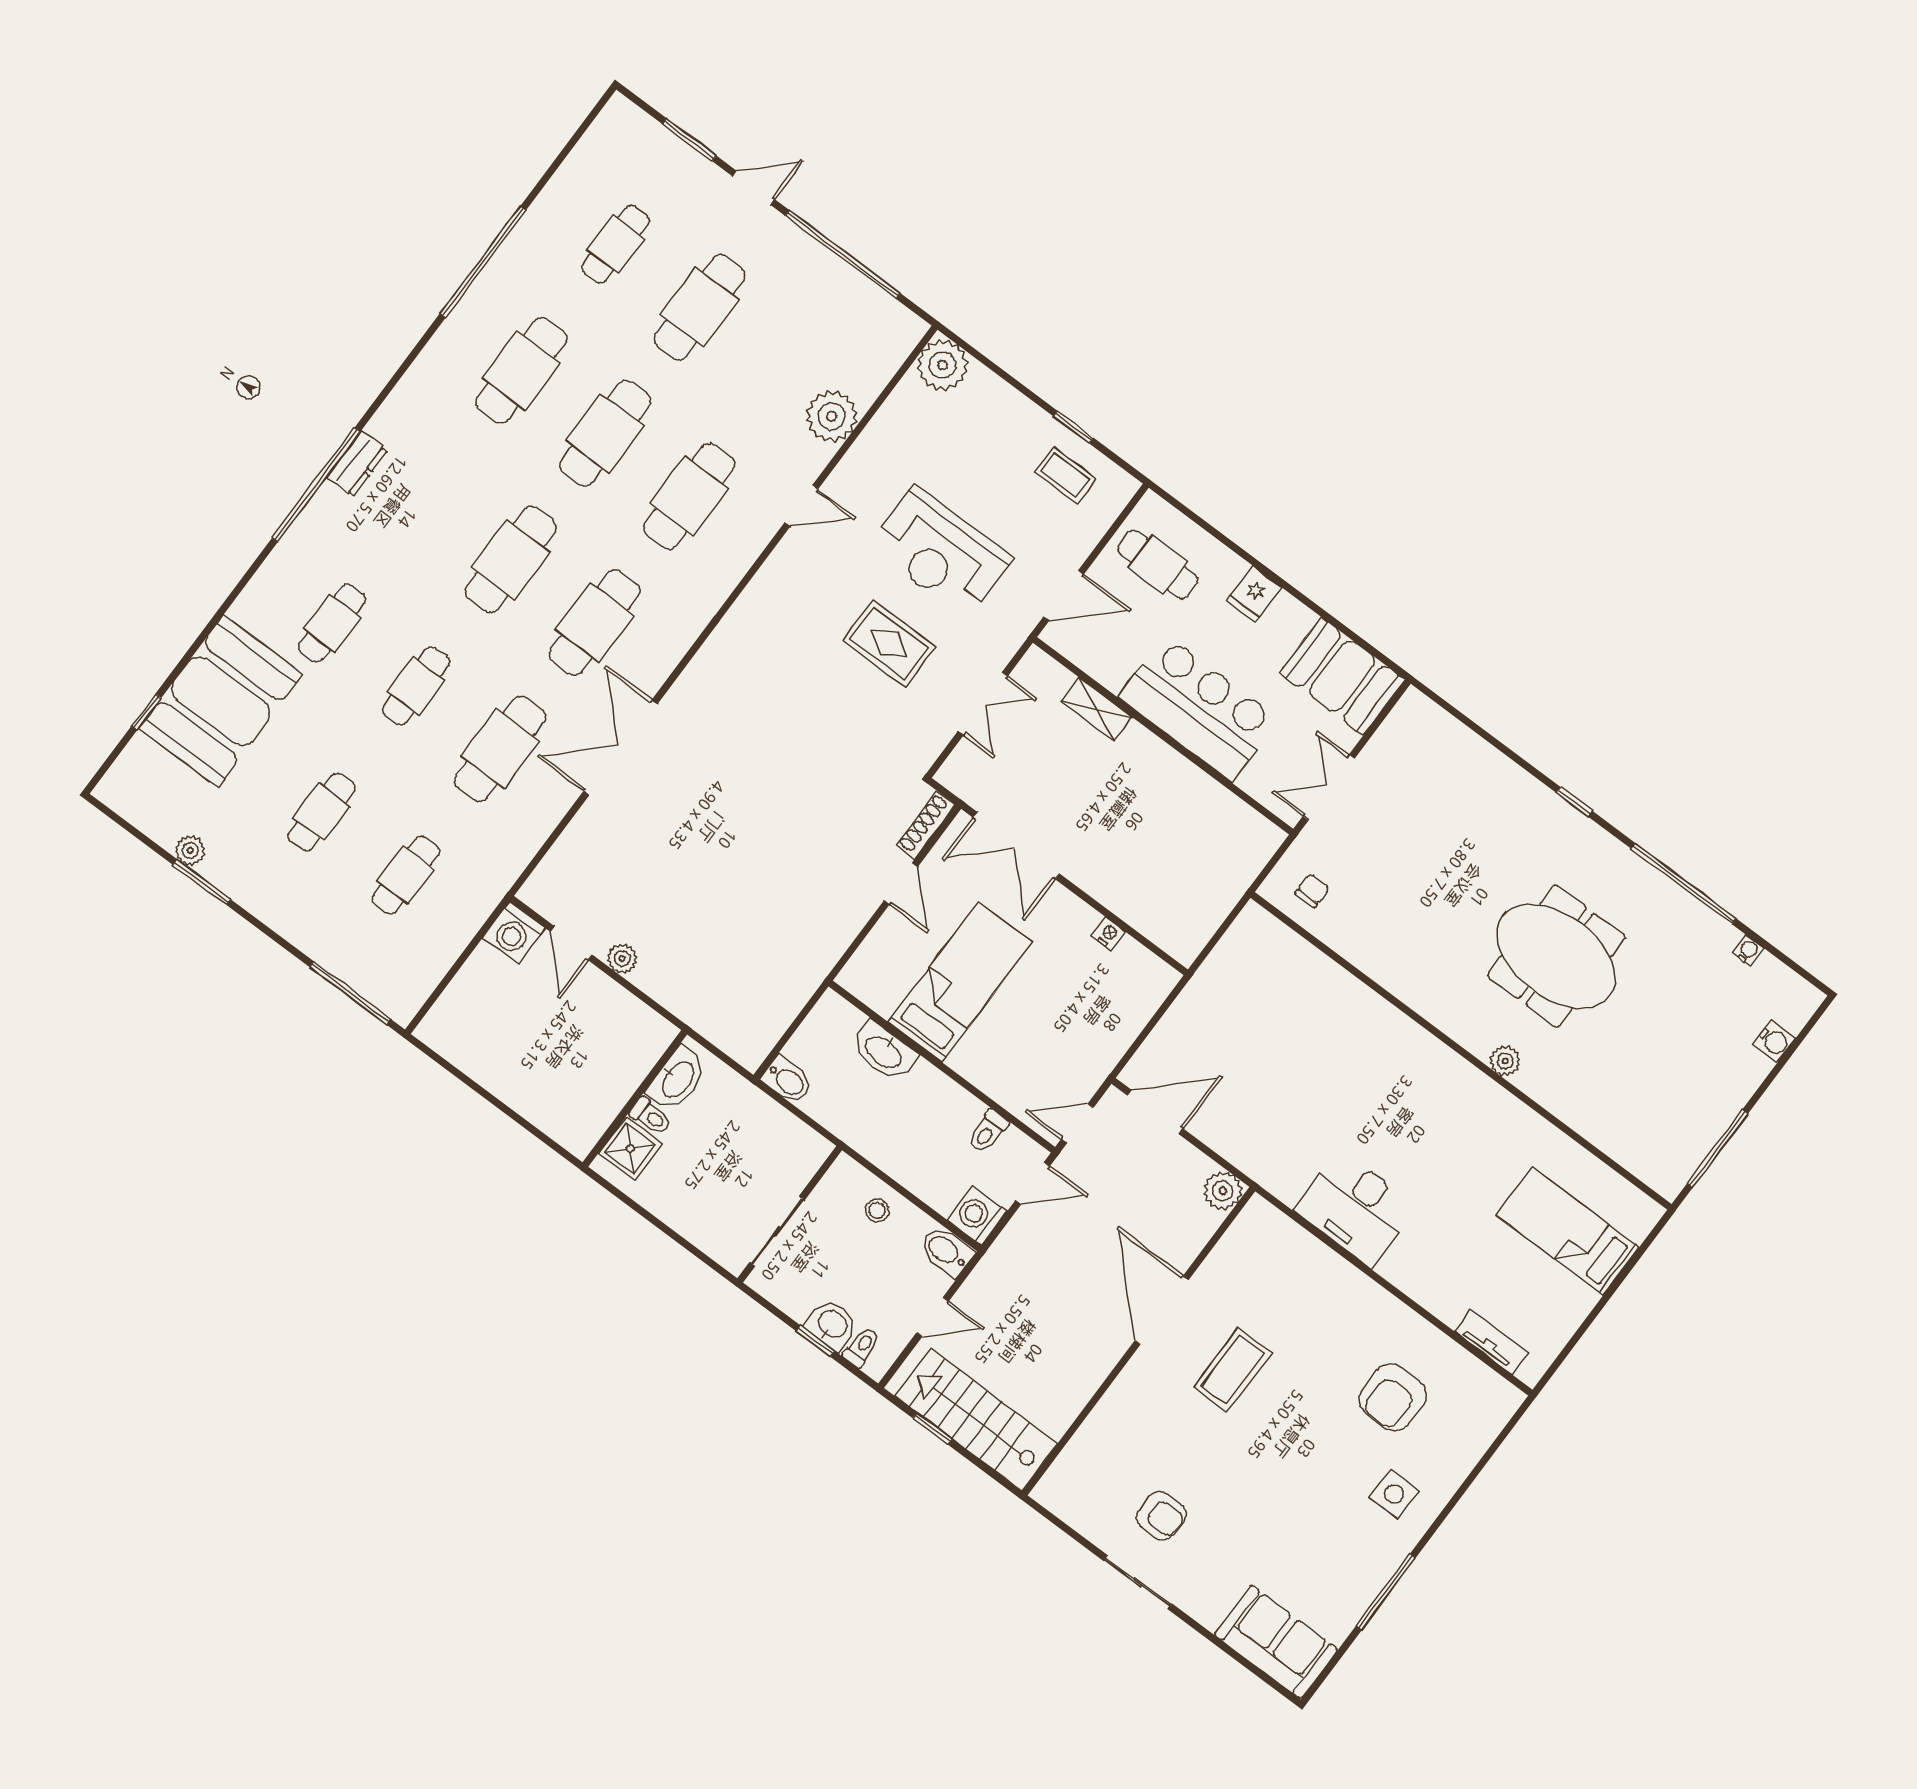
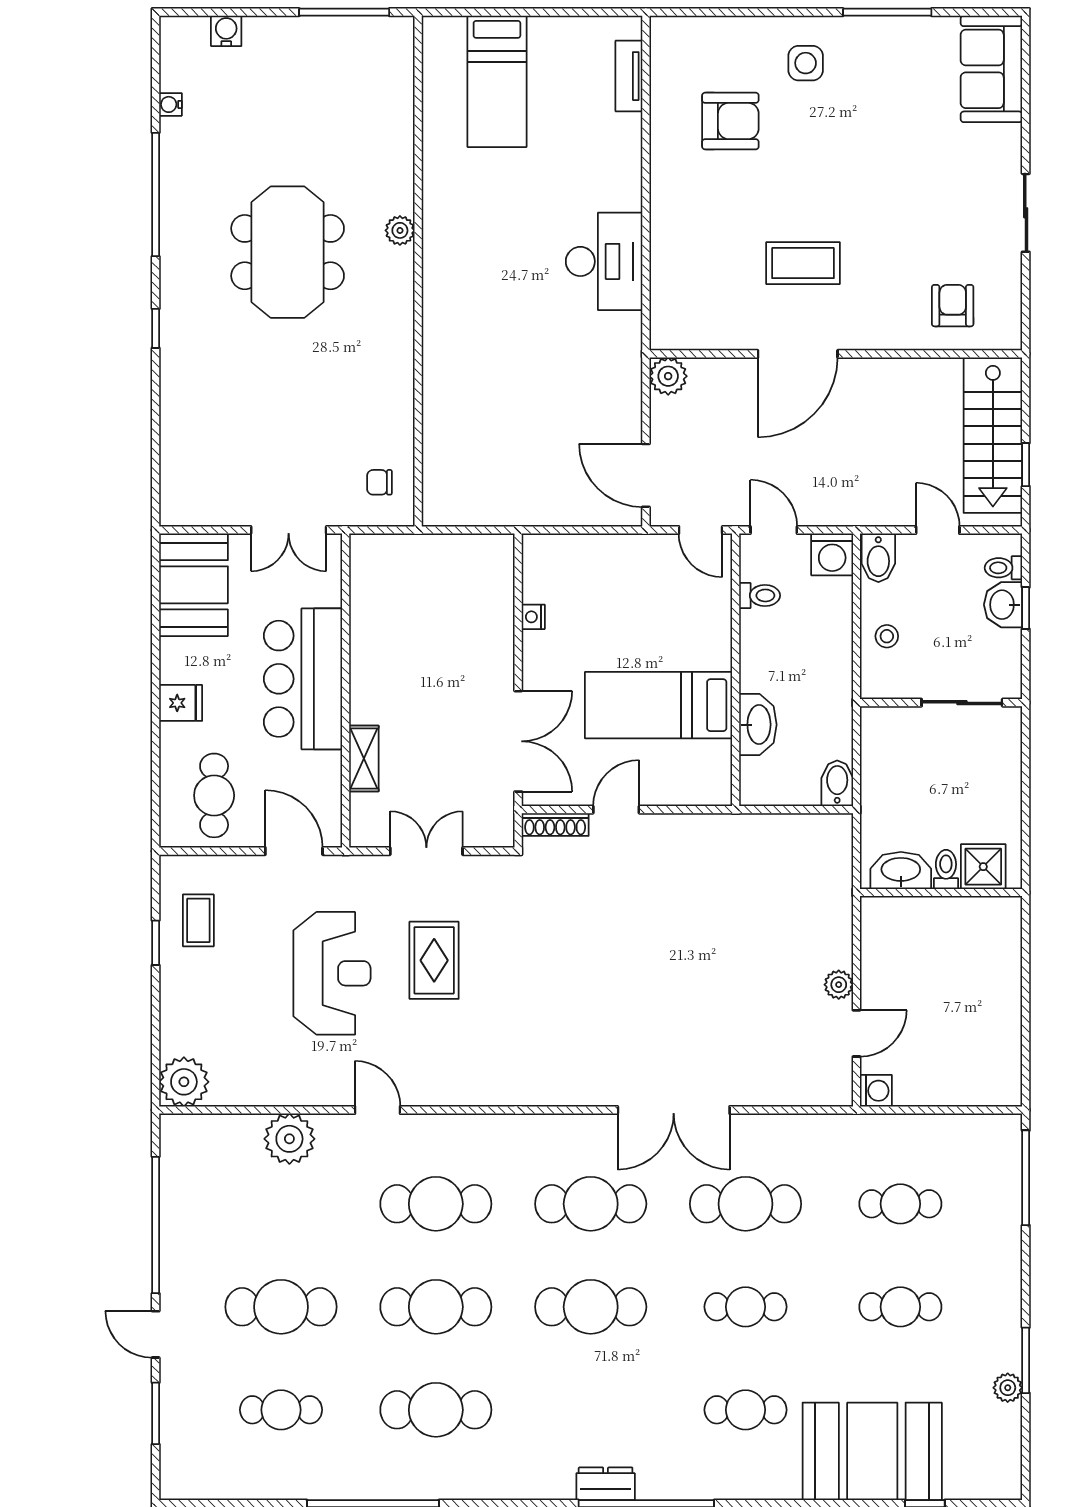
washing machine: (514, 933) -> (876, 1091), width x0.73, depth x0.73
armchair: (1161, 1516) -> (953, 306), moved

